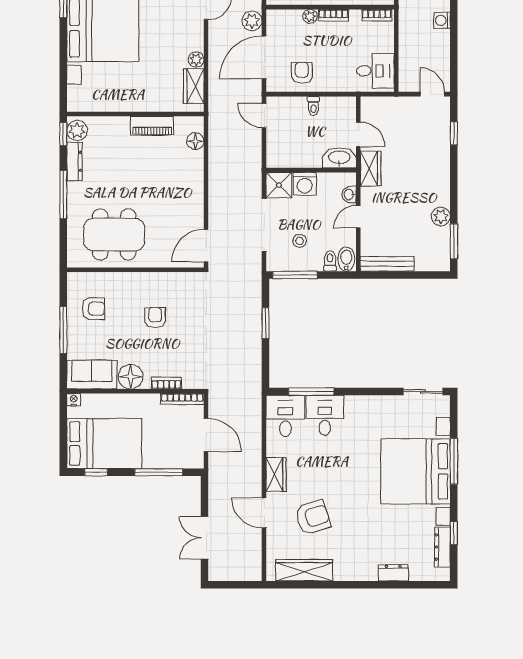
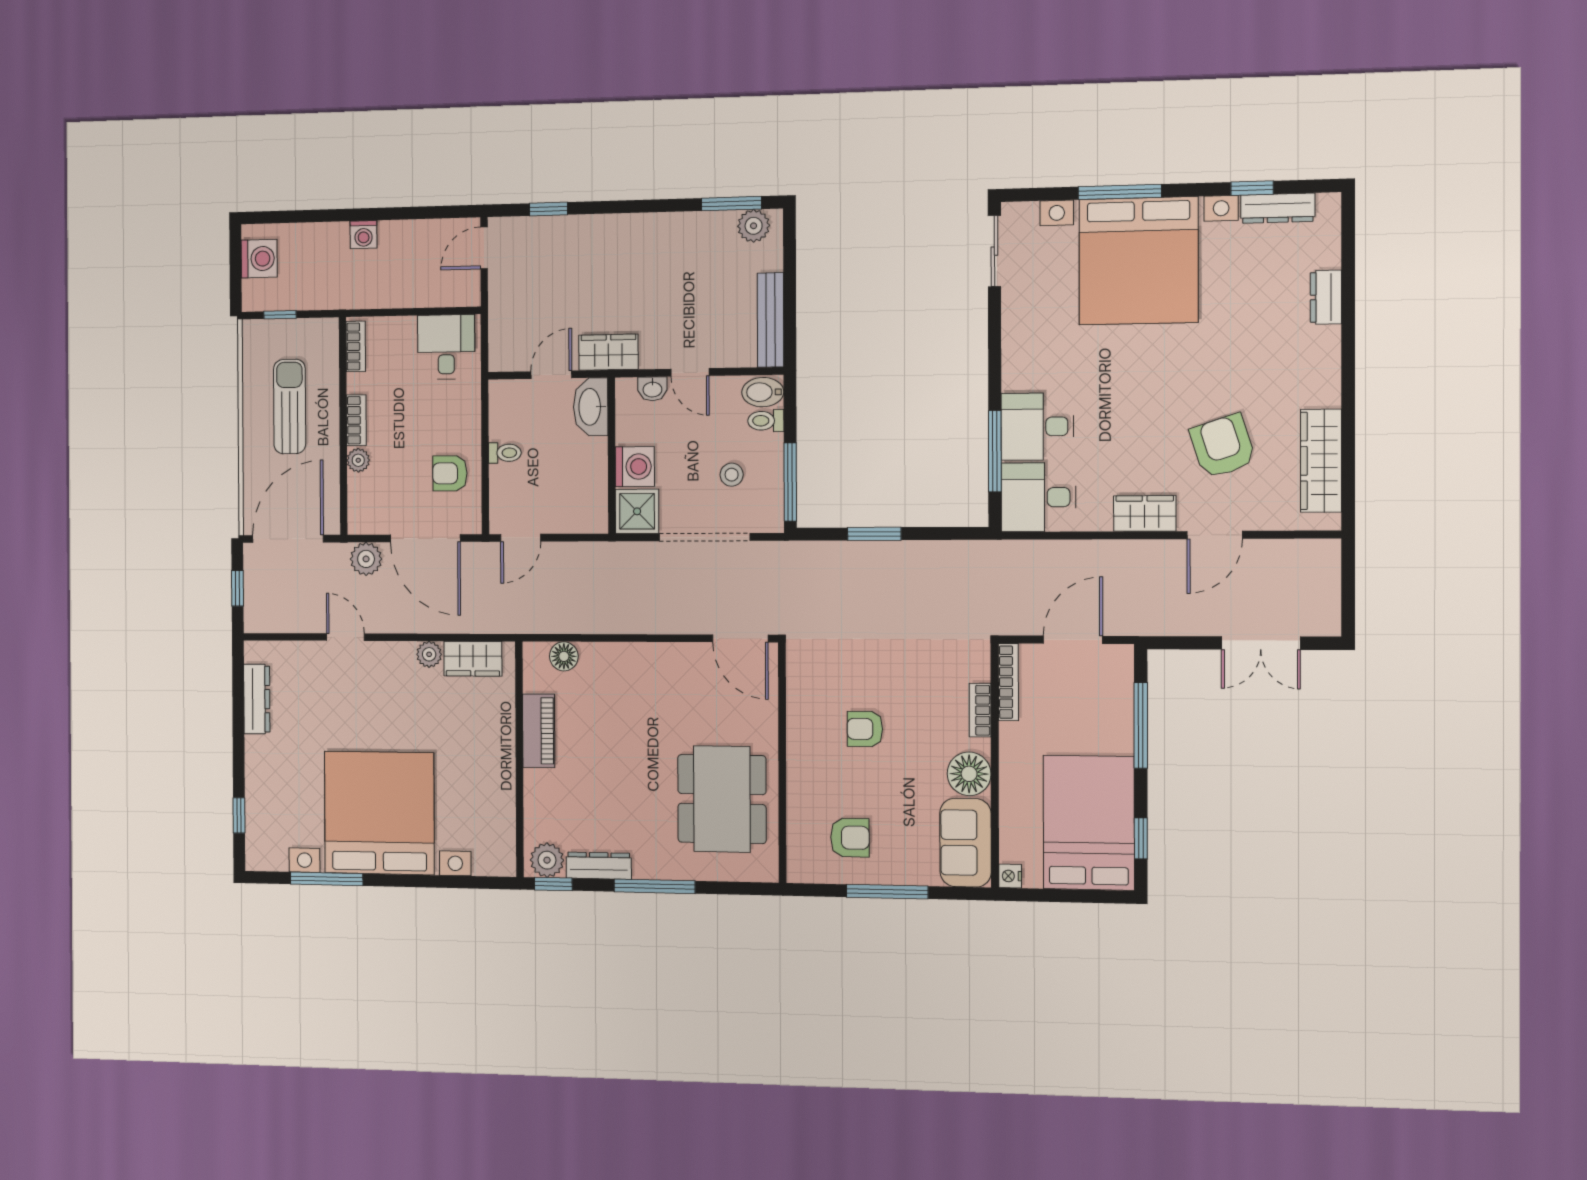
plant: (441, 216) -> (754, 226), moved
armchair: (93, 309) -> (850, 838), turned 90

